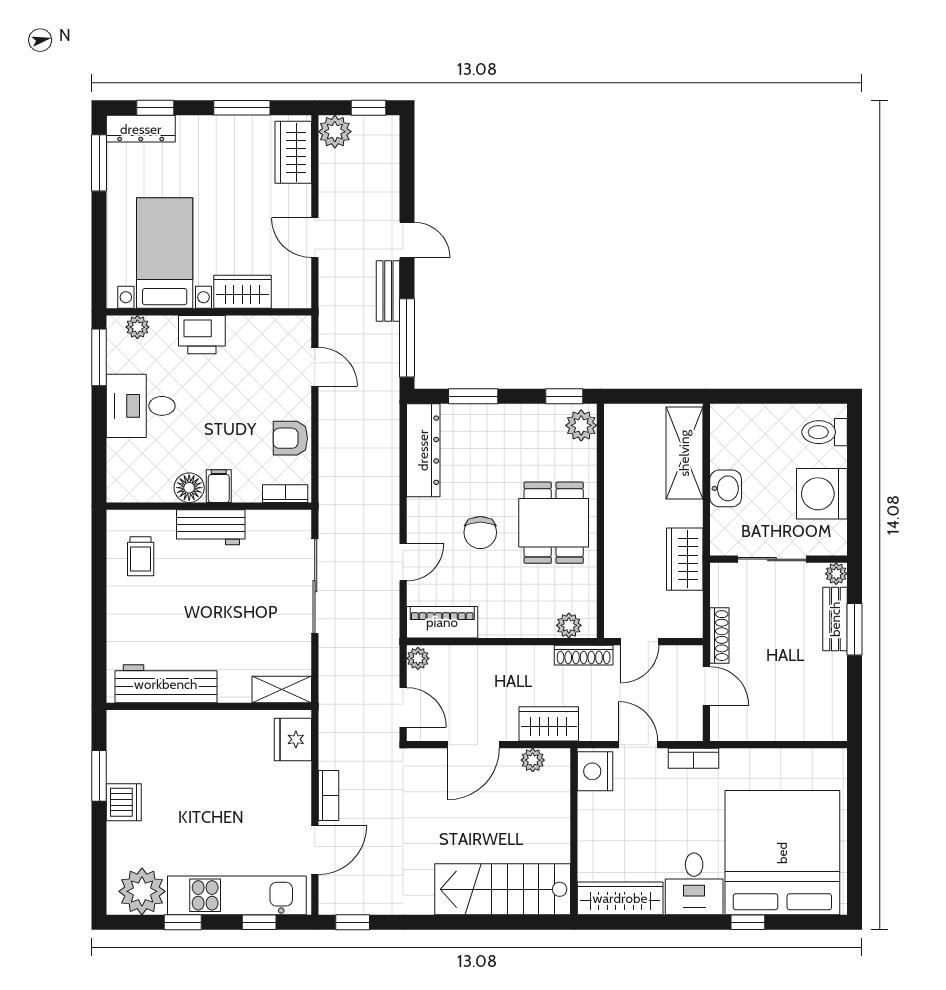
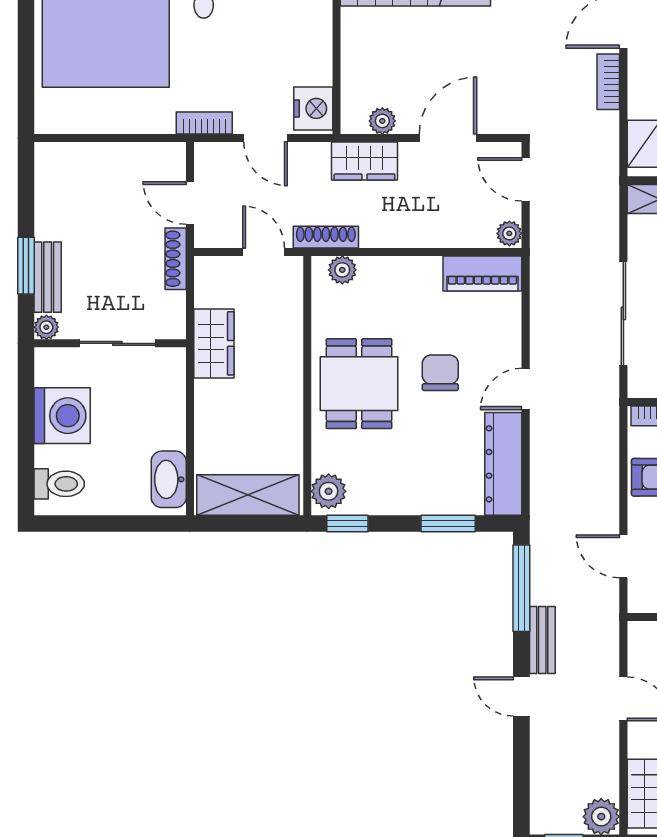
shelving: (684, 453) -> (248, 495), moved, turned 90
washbasin: (726, 488) -> (169, 479), moved, width x1.38
door: (403, 562) -> (526, 389), moved
door: (640, 642) -> (264, 252), hinge flipped

